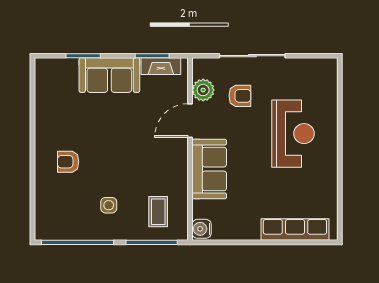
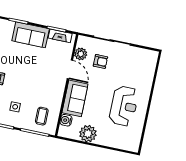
door: (190, 121) -> (70, 69), swing flipped
reception desk: (293, 134) -> (124, 106), moved
plant: (244, 225) -> (88, 134), added
water cooler: (202, 229) -> (66, 120), moved
row of seats: (295, 229) -> (115, 142), removed

